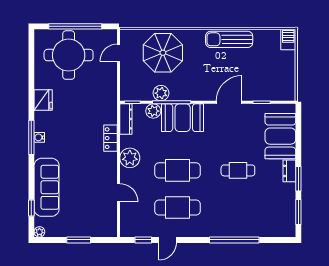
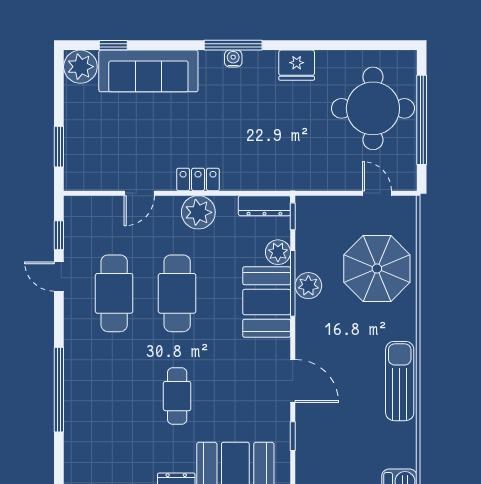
plant: (161, 93) -> (308, 286), moved
locker: (110, 138) -> (198, 179), moved
plant: (39, 232) -> (80, 67), width x1.88, depth x1.88
window: (79, 240) -> (59, 147), moved

